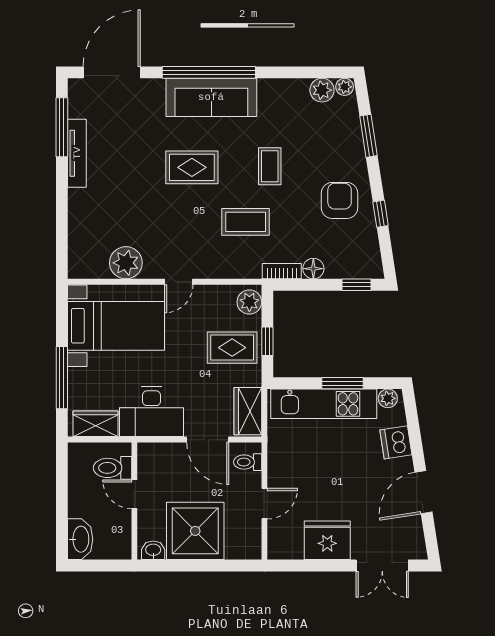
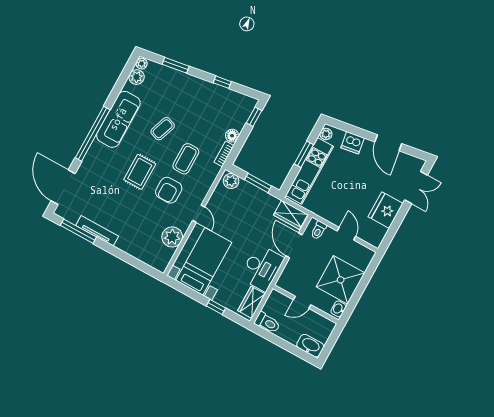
sofa: (211, 97) -> (118, 119), moved
coffee table: (270, 166) -> (163, 129), turned -71
armchair: (340, 200) -> (169, 190), moved, turned -90
window: (267, 341) -> (258, 183), width x1.50
rug: (232, 348) -> (251, 204), removed
window: (62, 378) -> (216, 307), width x0.46
door: (208, 440) -> (294, 245), swing flipped
toilet: (113, 468) -> (267, 323), moved, turned -90

